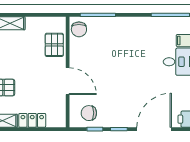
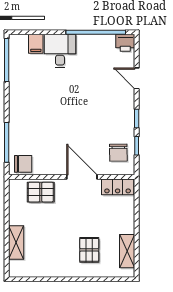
door: (68, 81) -> (82, 177), hinge flipped
locker: (32, 120) -> (118, 187), moved, turned -90
door: (154, 129) -> (137, 78), width x0.53

